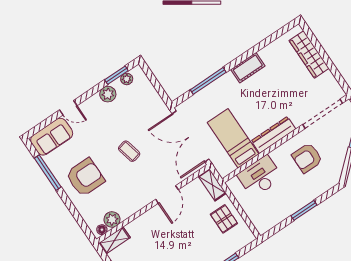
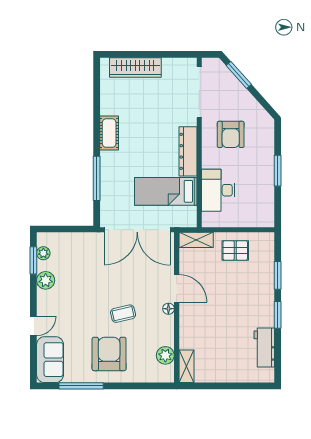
coffee table: (129, 151) -> (123, 314), moved
floor lamp: (102, 230) -> (168, 309), moved

